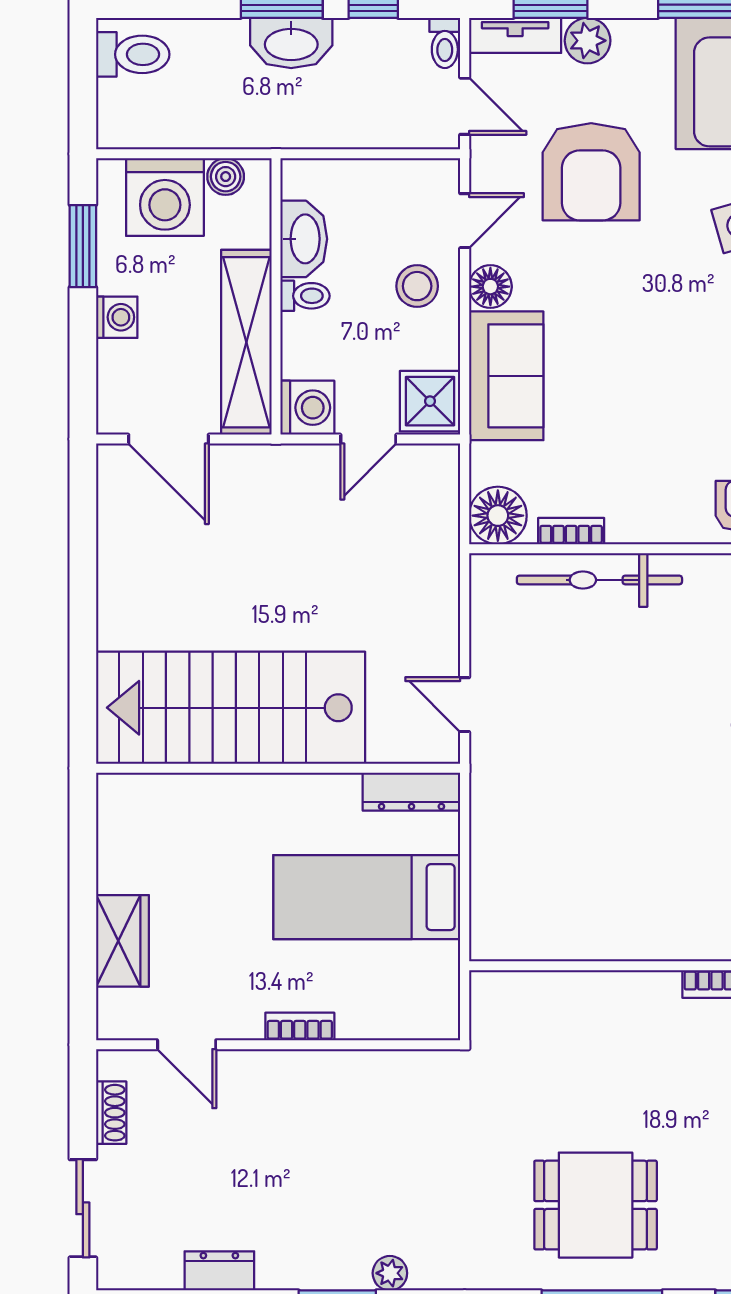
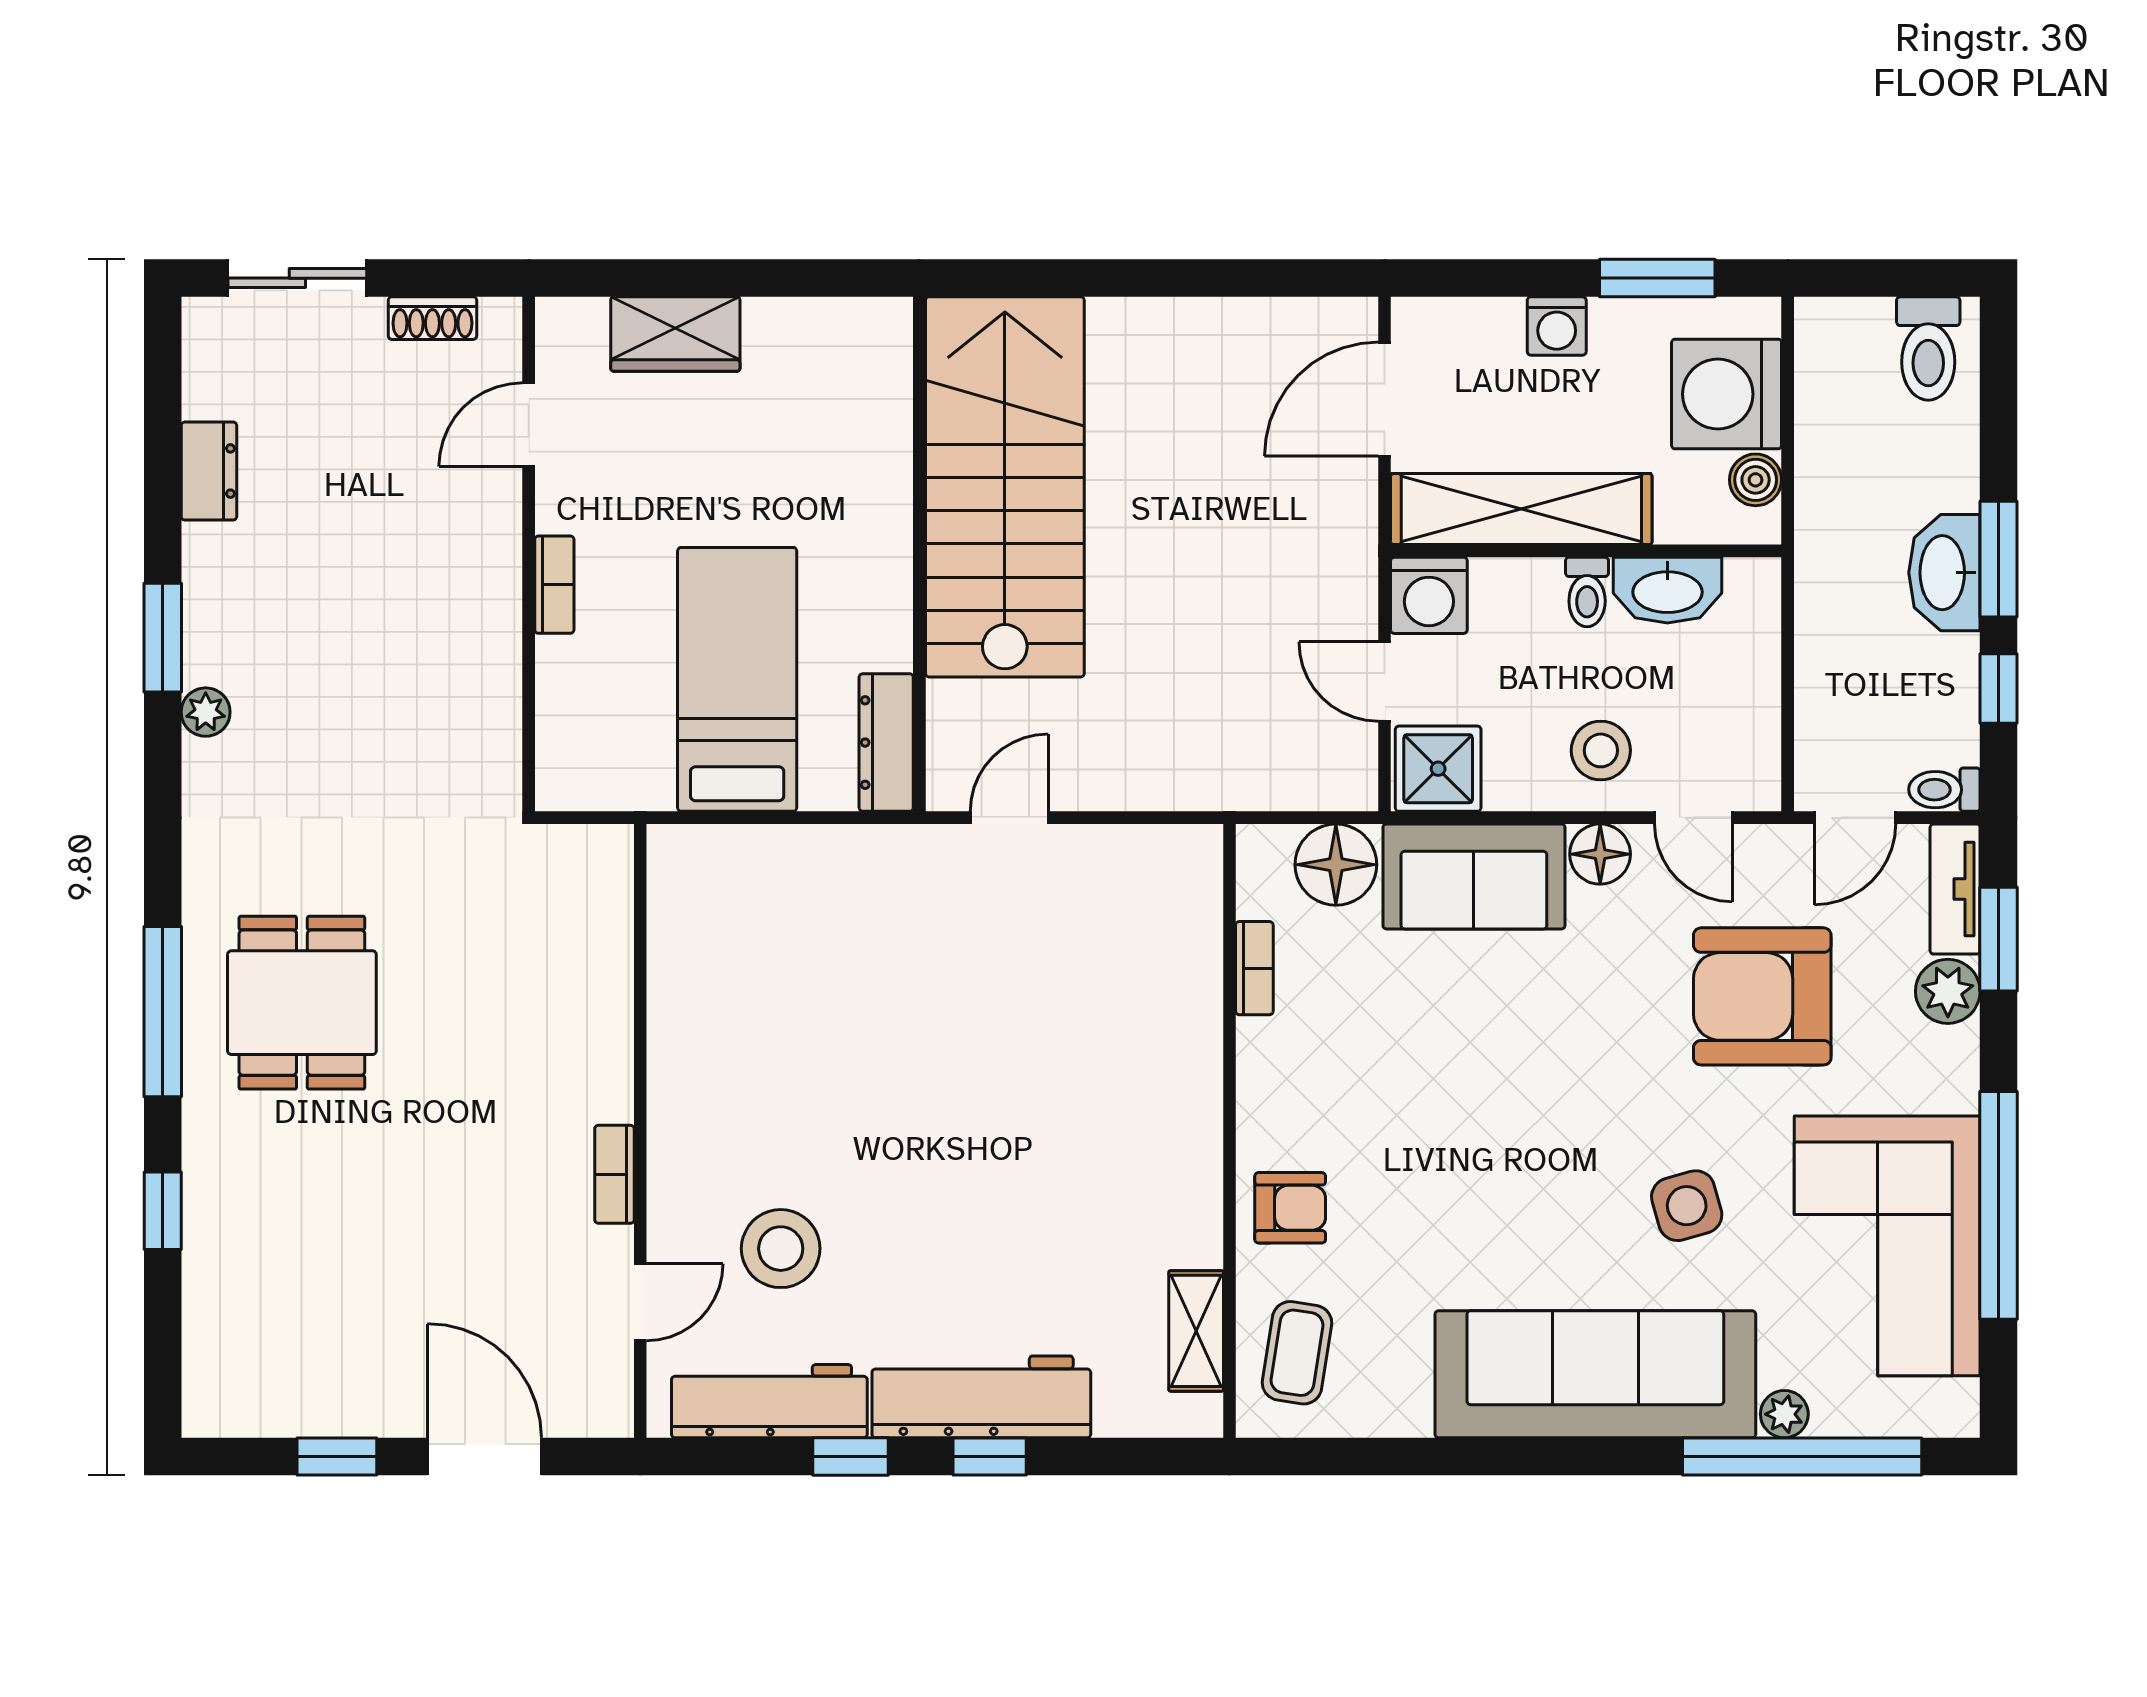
floor lamp: (498, 516) -> (1336, 865), moved
bicycle: (599, 580) -> (1185, 1008), removed

